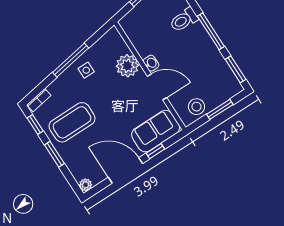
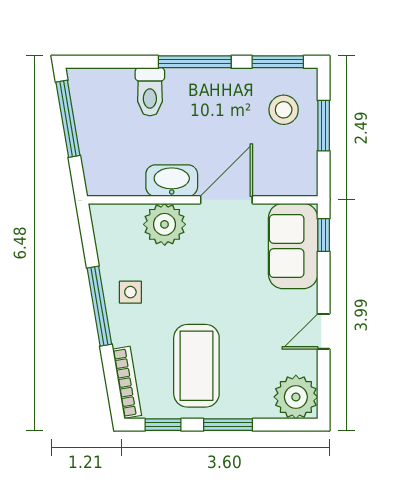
washbasin: (151, 63) -> (172, 181), width x1.91, depth x1.45
bookcase: (39, 100) -> (127, 382), width x1.56
stool: (196, 107) -> (284, 110), moved
window: (155, 151) -> (324, 235), moved
door: (125, 170) -> (324, 331), width x0.53
plant: (86, 185) -> (296, 397), width x1.88, depth x1.88

